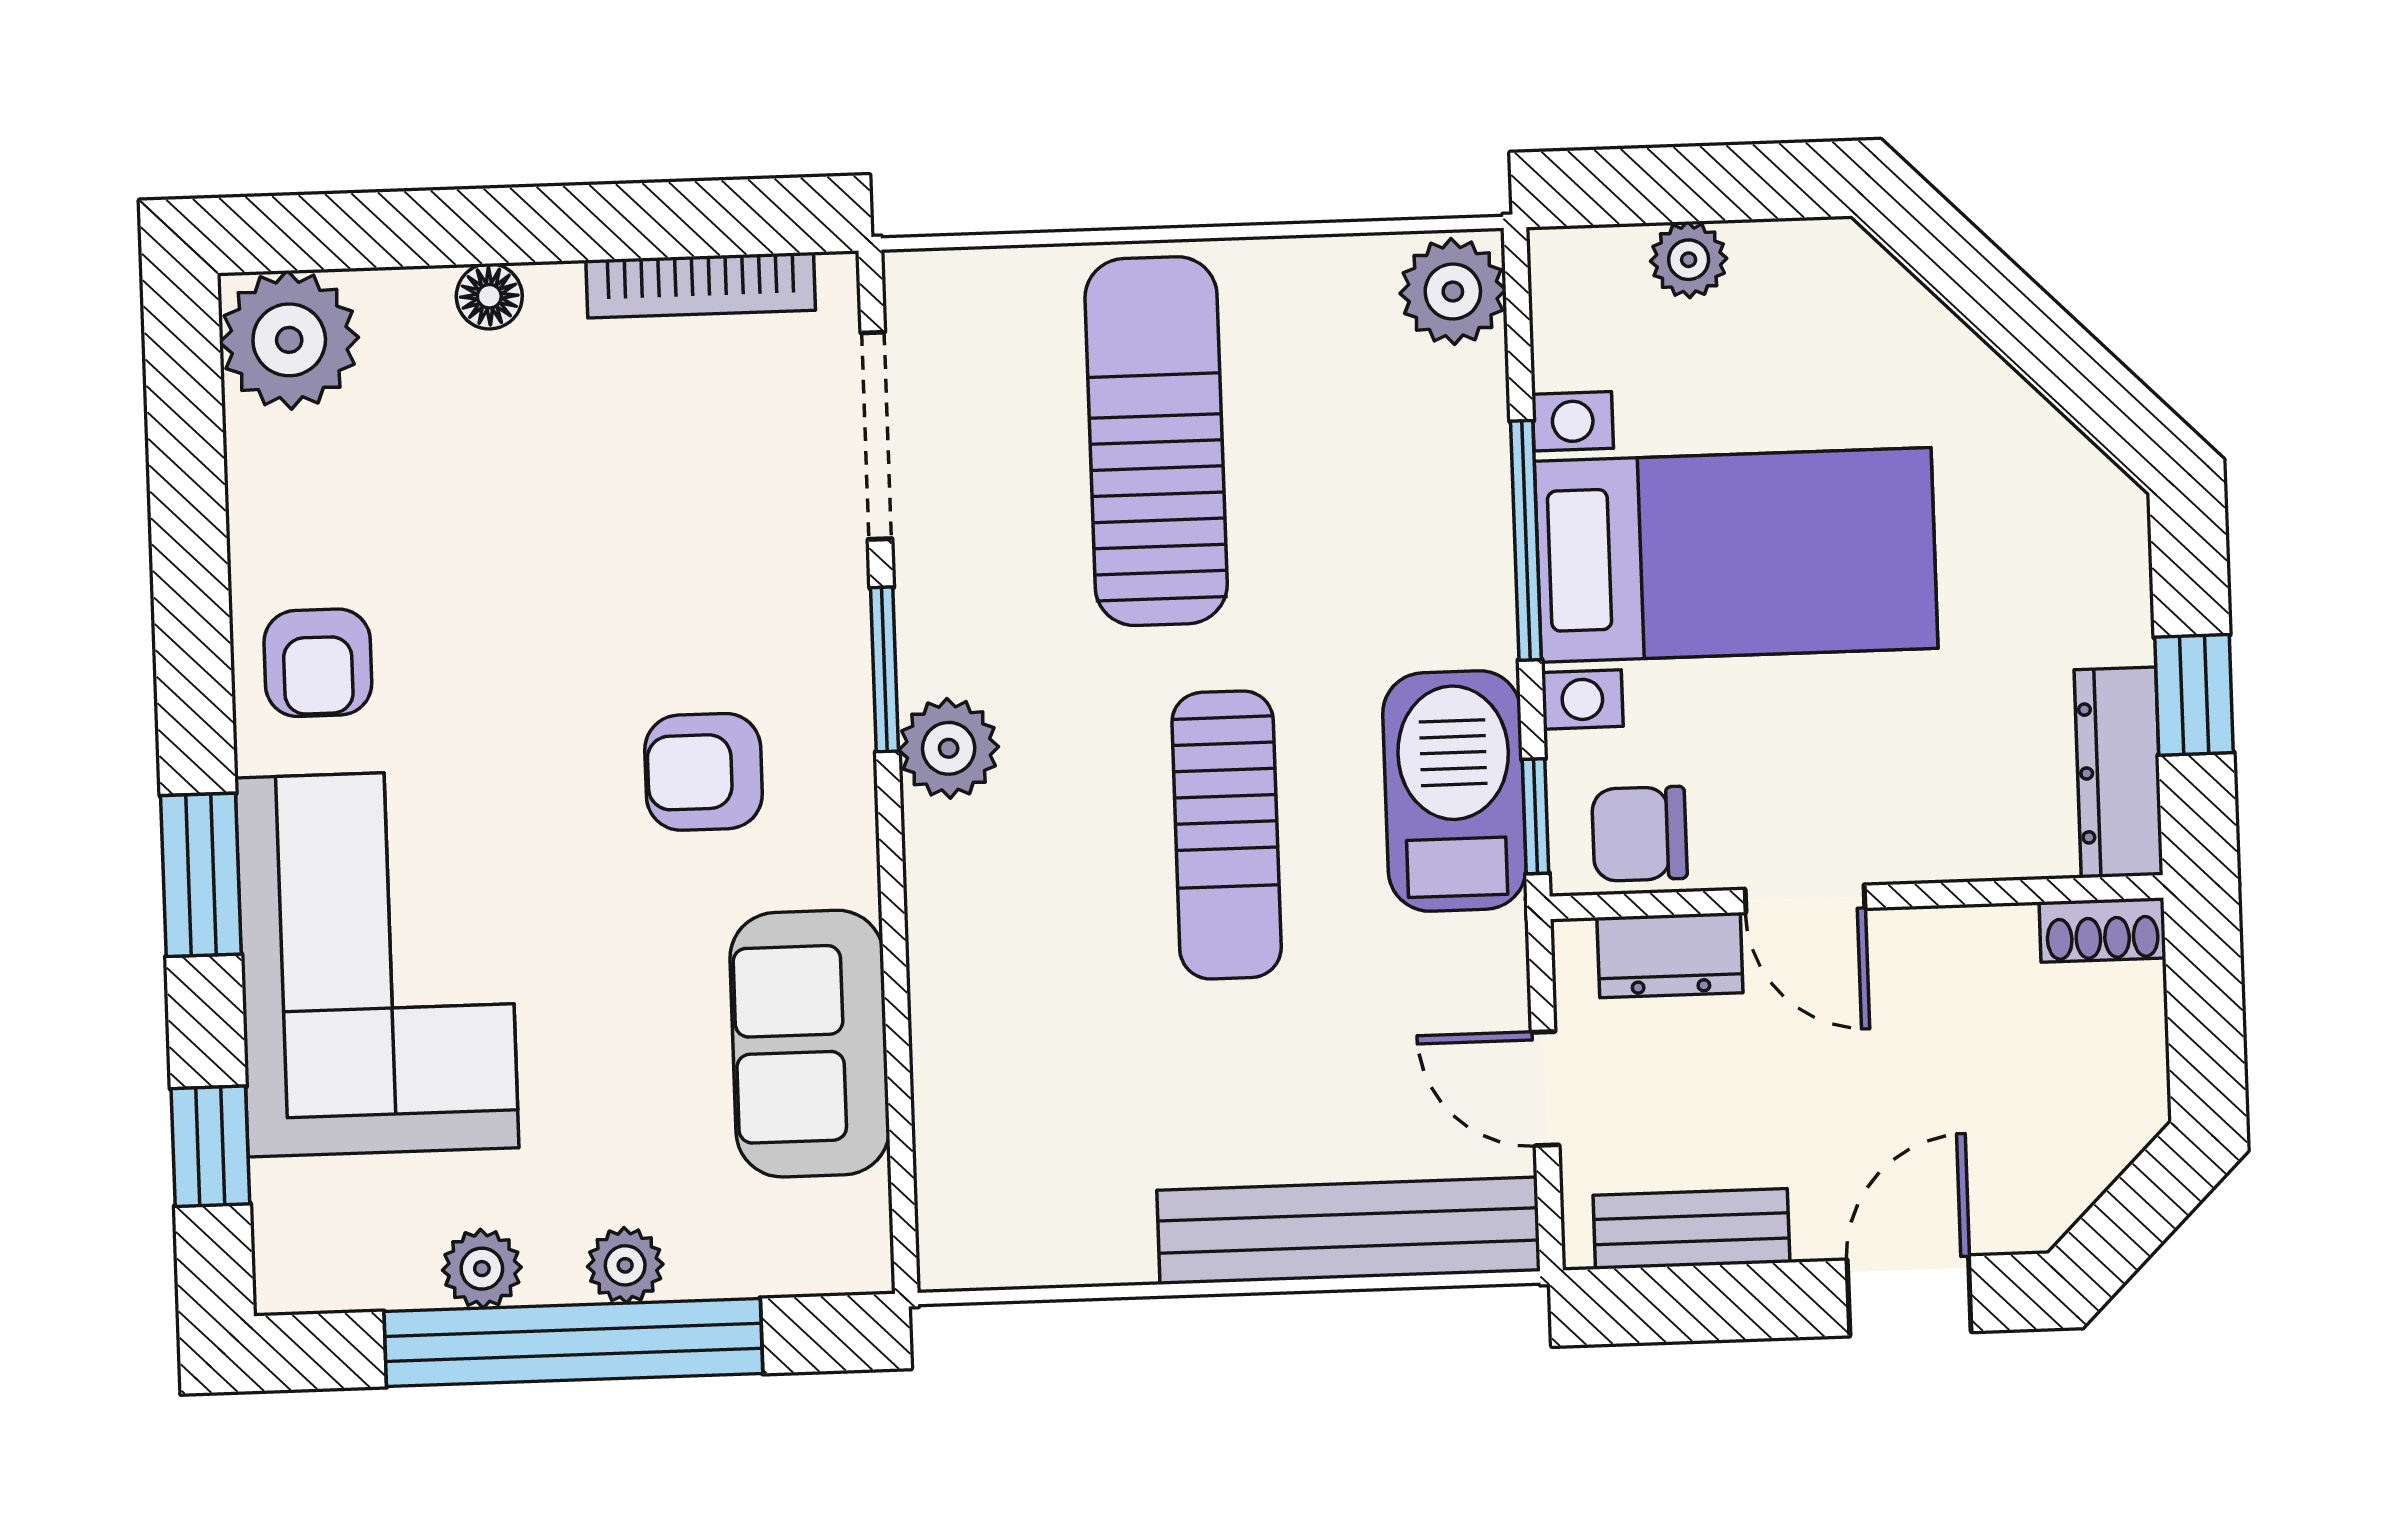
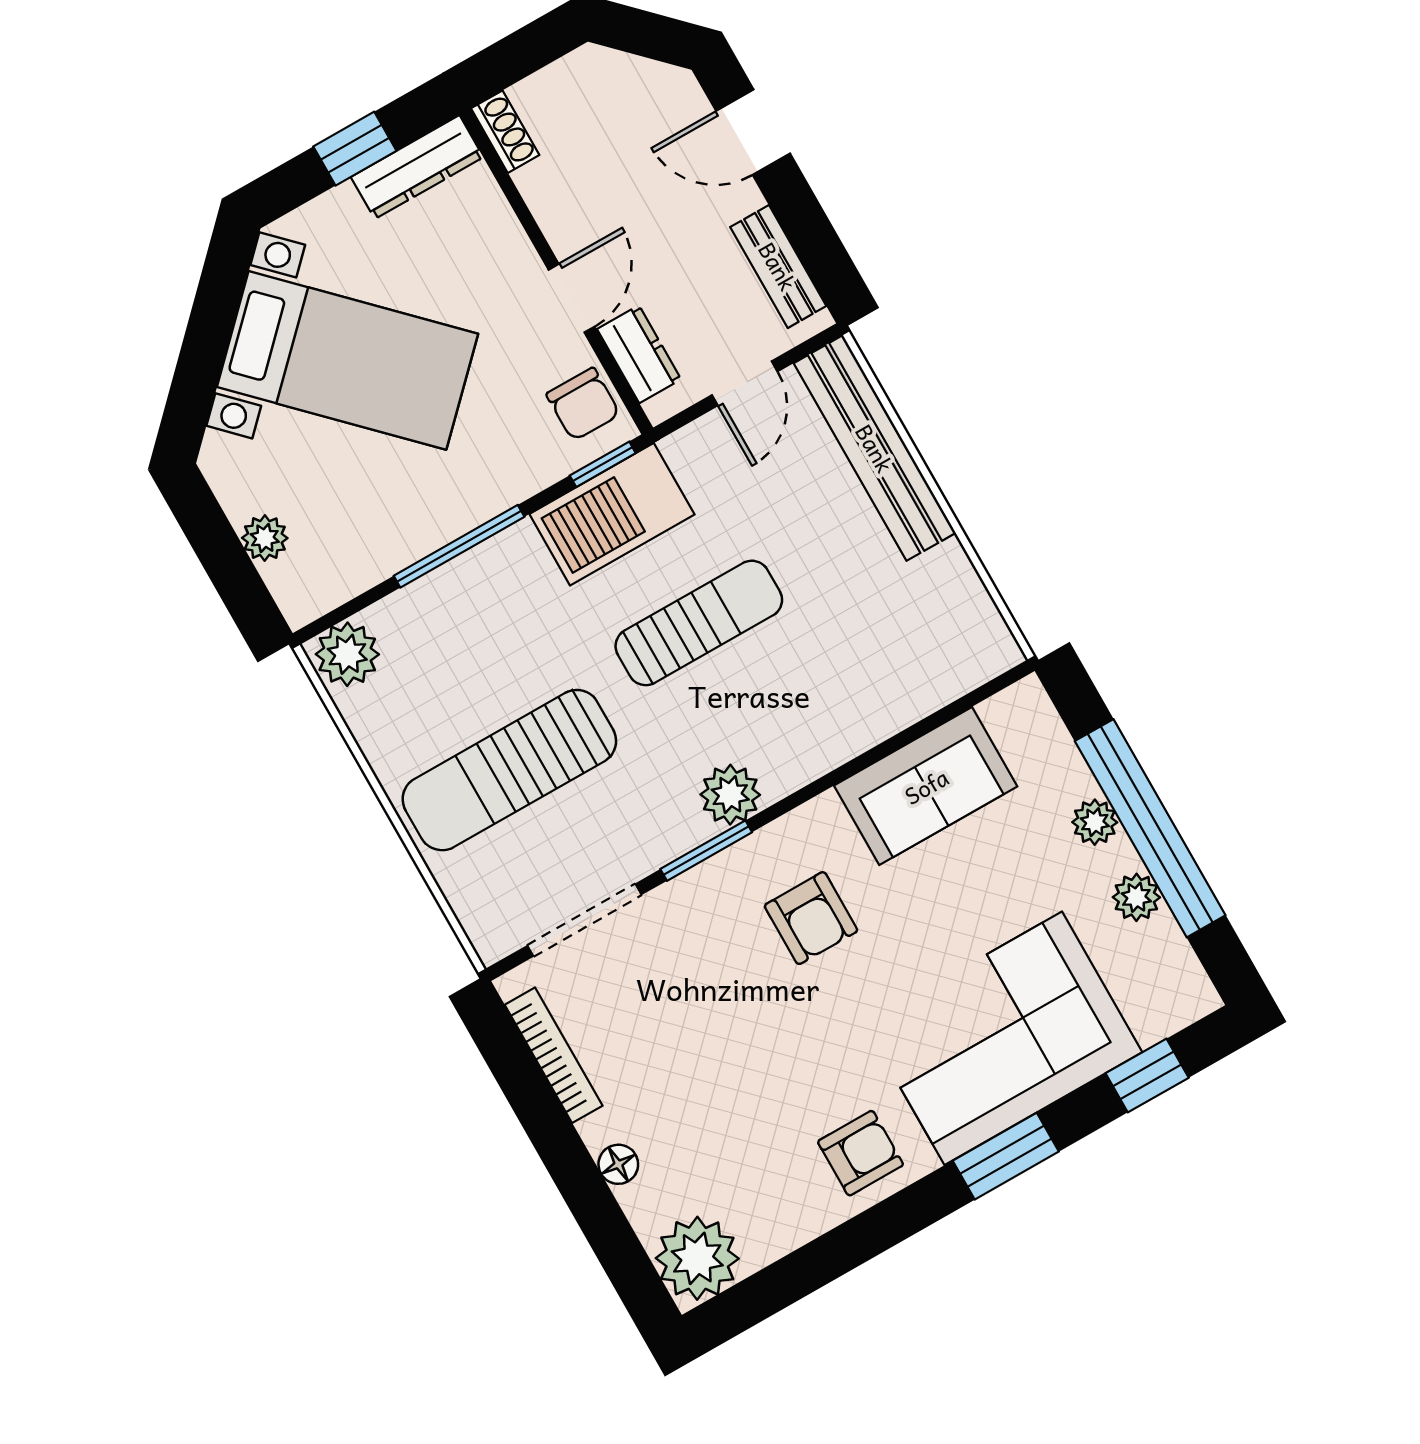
bed with nightstands: (1736, 555) -> (347, 360), moved, turned 135

